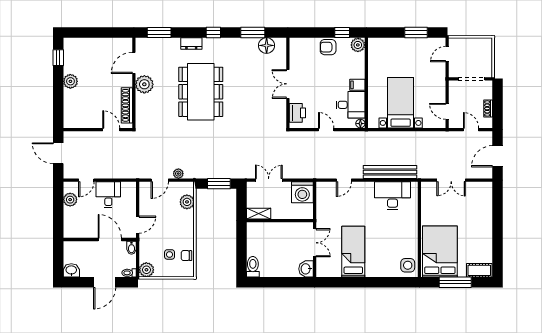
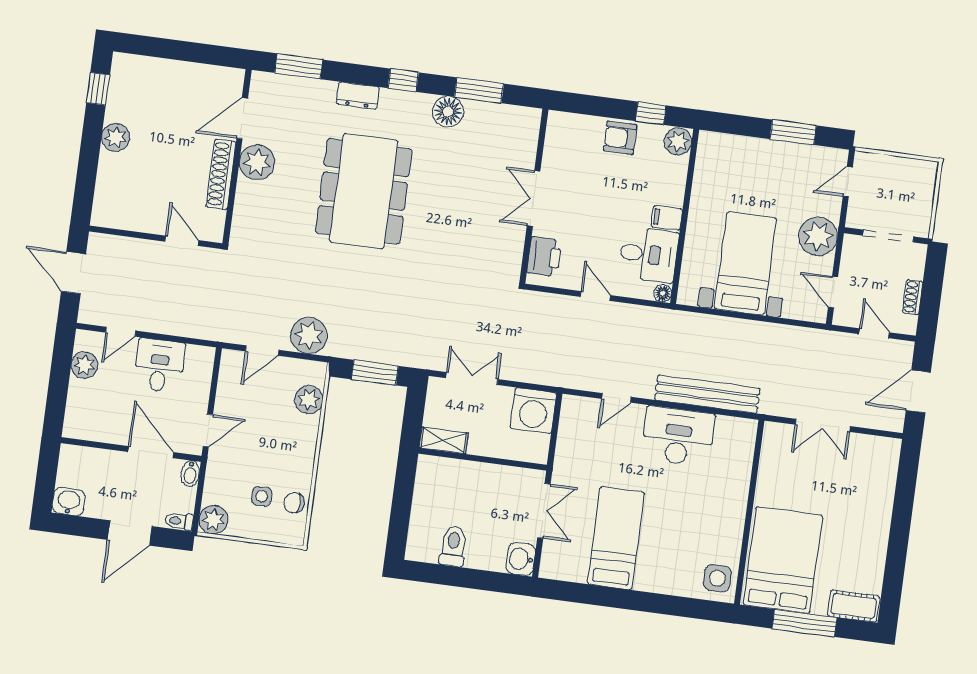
floor lamp: (267, 45) -> (448, 112), moved
plant: (436, 84) -> (818, 236), added
shoe rack: (127, 105) -> (221, 174), moved
plant: (178, 174) -> (309, 336), width x1.87, depth x1.87
desk: (393, 196) -> (678, 436), moved
toilet: (253, 267) -> (453, 546), moved

